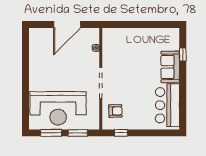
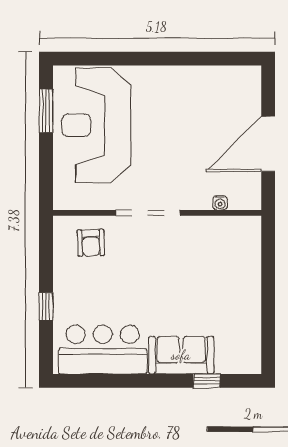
door: (67, 24) -> (268, 144), hinge flipped
window: (78, 133) -> (46, 166), removed
window: (121, 133) -> (46, 306), moved

